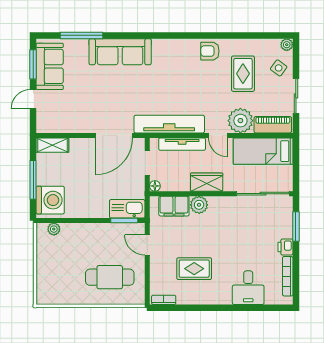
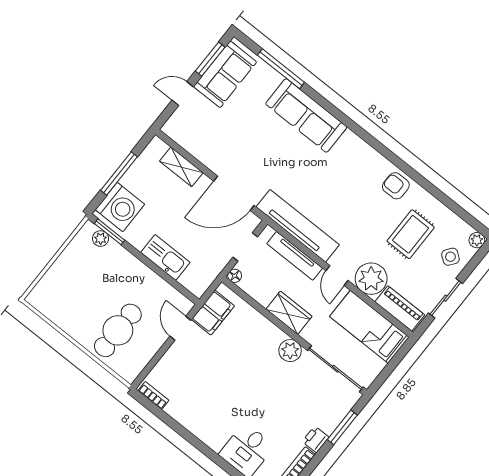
shelving: (52, 145) -> (181, 167), moved
plant: (199, 205) -> (290, 351), moved
filing cabinet: (174, 206) -> (213, 313), moved, turned -90
kitchen sink: (127, 209) -> (165, 257), moved
window: (124, 220) -> (110, 232), moved
rug: (194, 269) -> (208, 389), removed
cafe table: (110, 277) -> (118, 330), turned 90

